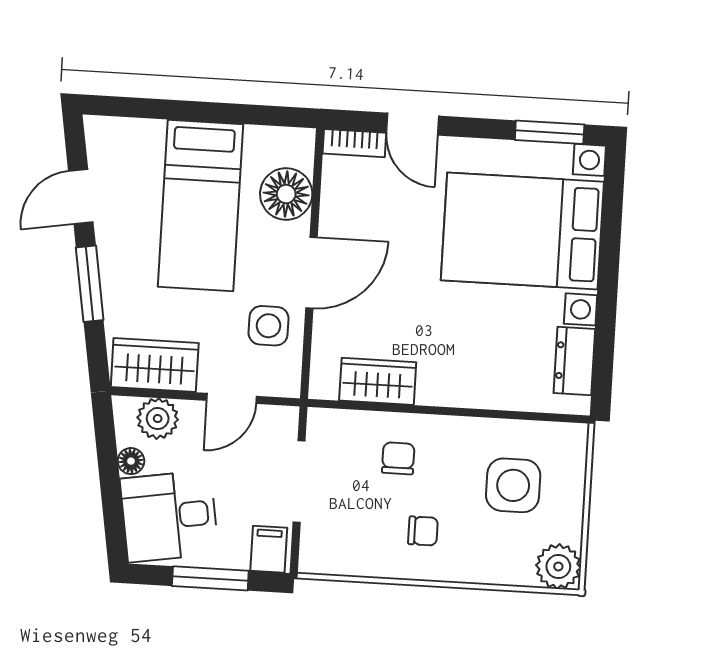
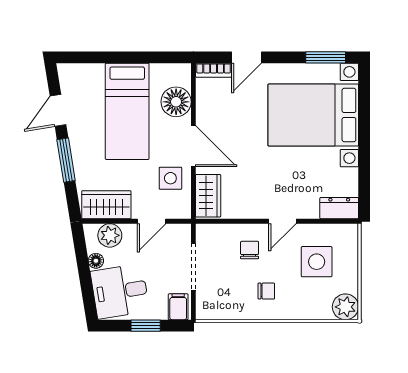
door: (413, 124) -> (246, 57), hinge flipped
door: (311, 273) -> (193, 146), hinge flipped
dresser: (574, 361) -> (339, 208), moved, turned 90
wardrobe: (378, 381) -> (208, 196), moved, turned 90
door: (458, 412) -> (282, 221), added
window: (210, 578) -> (146, 326), width x0.67

